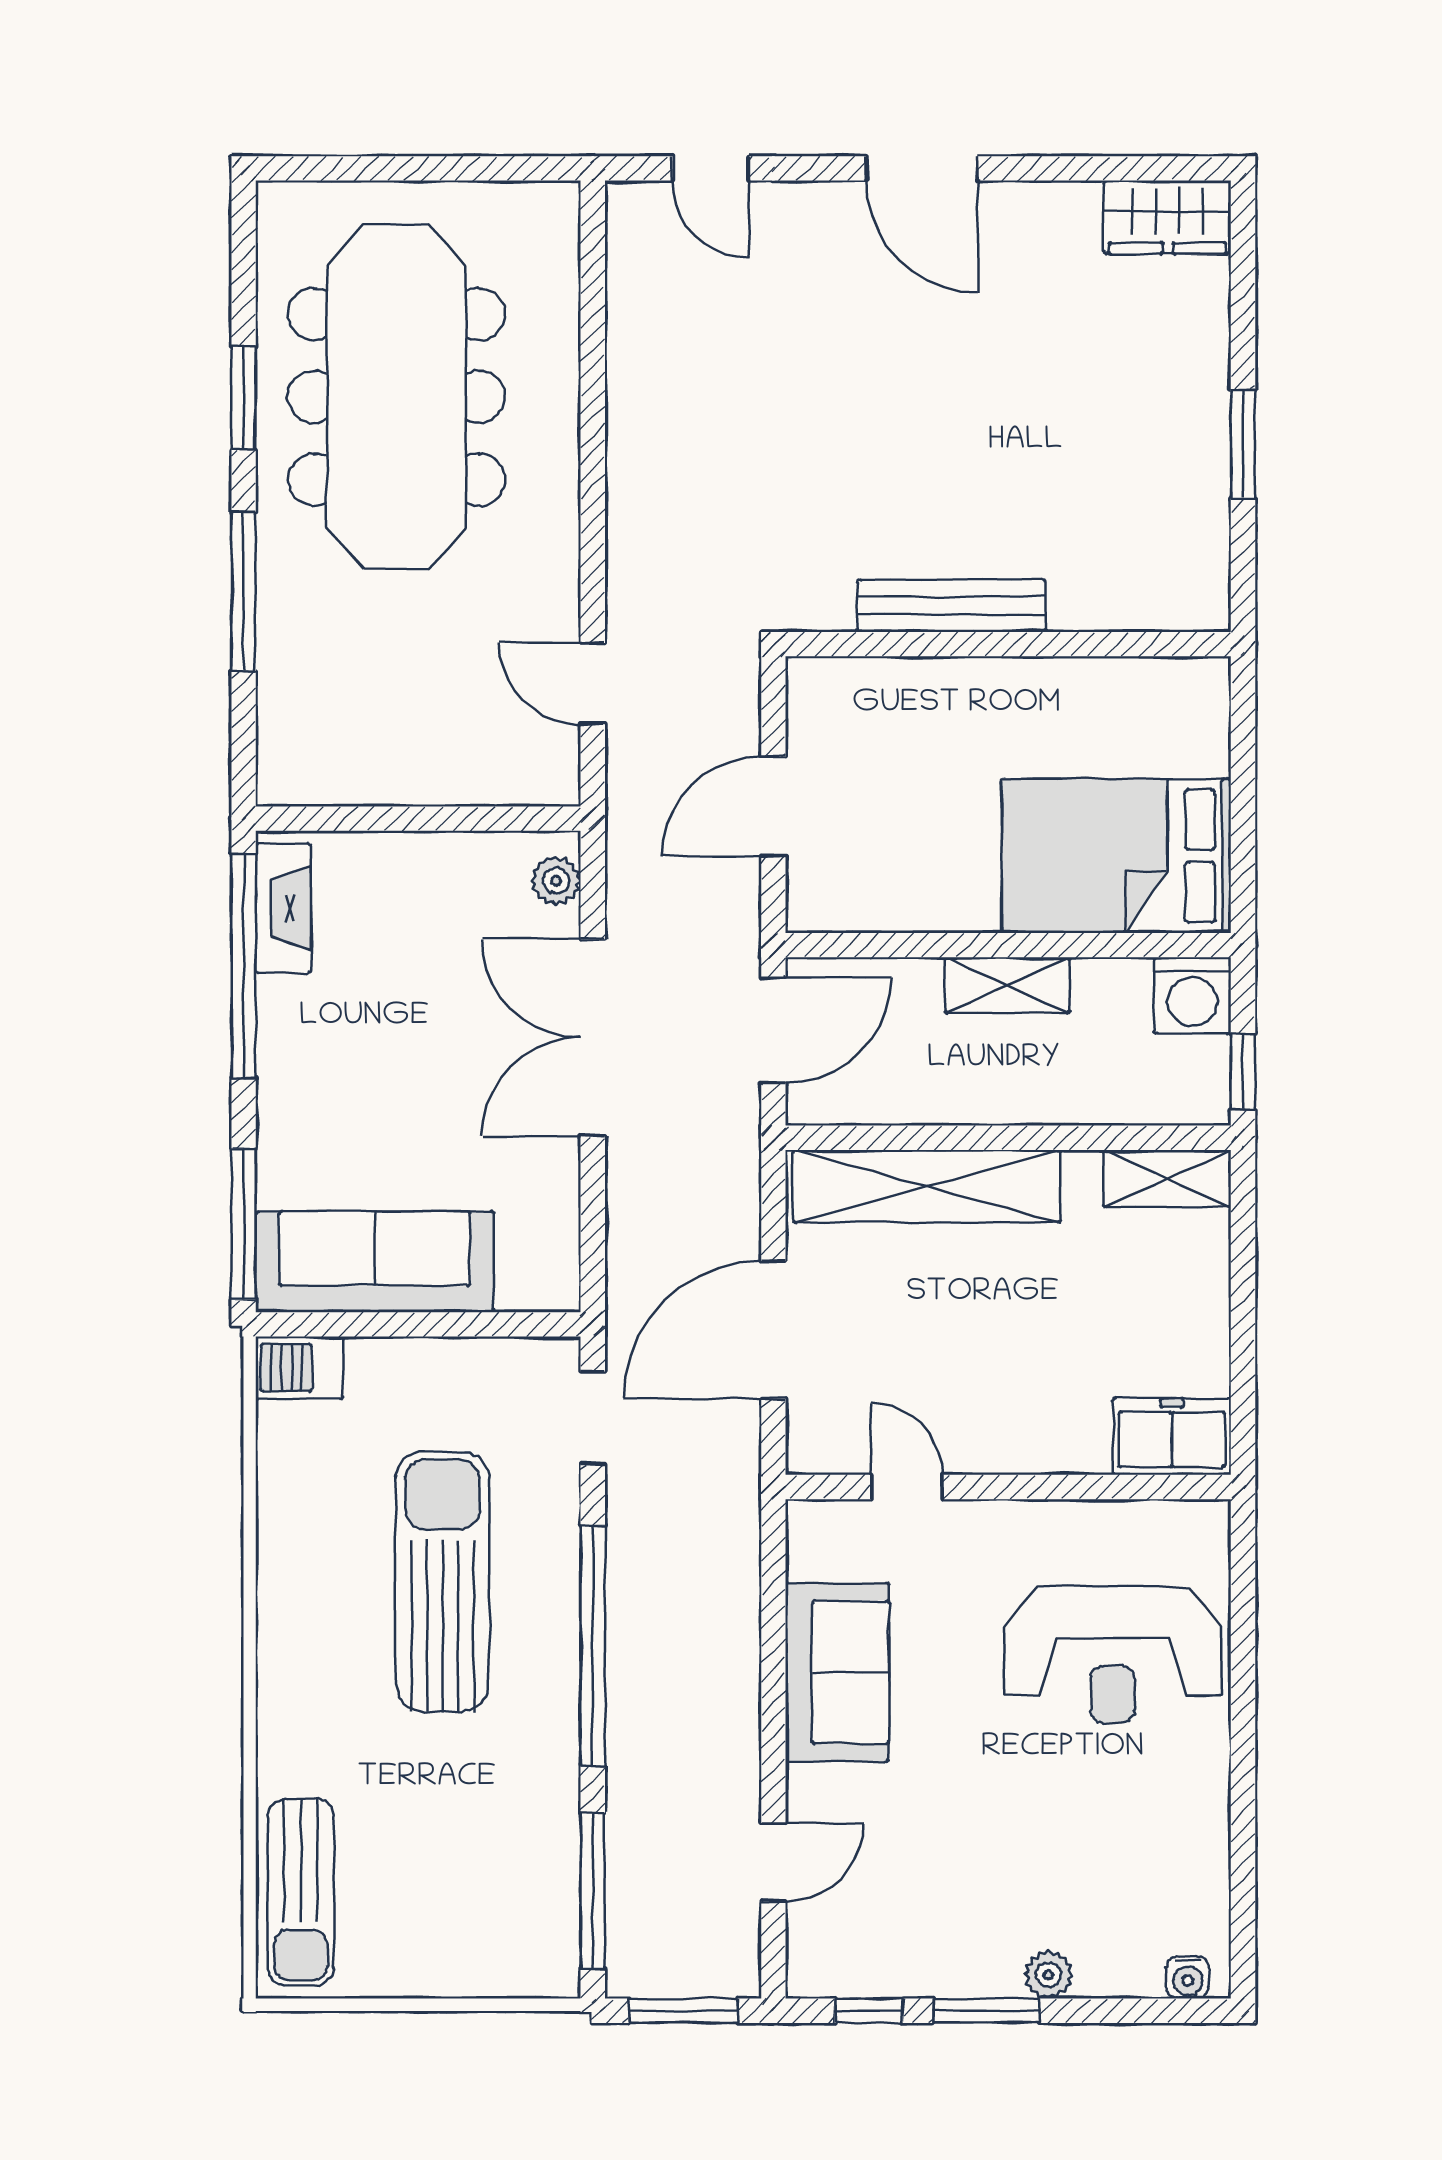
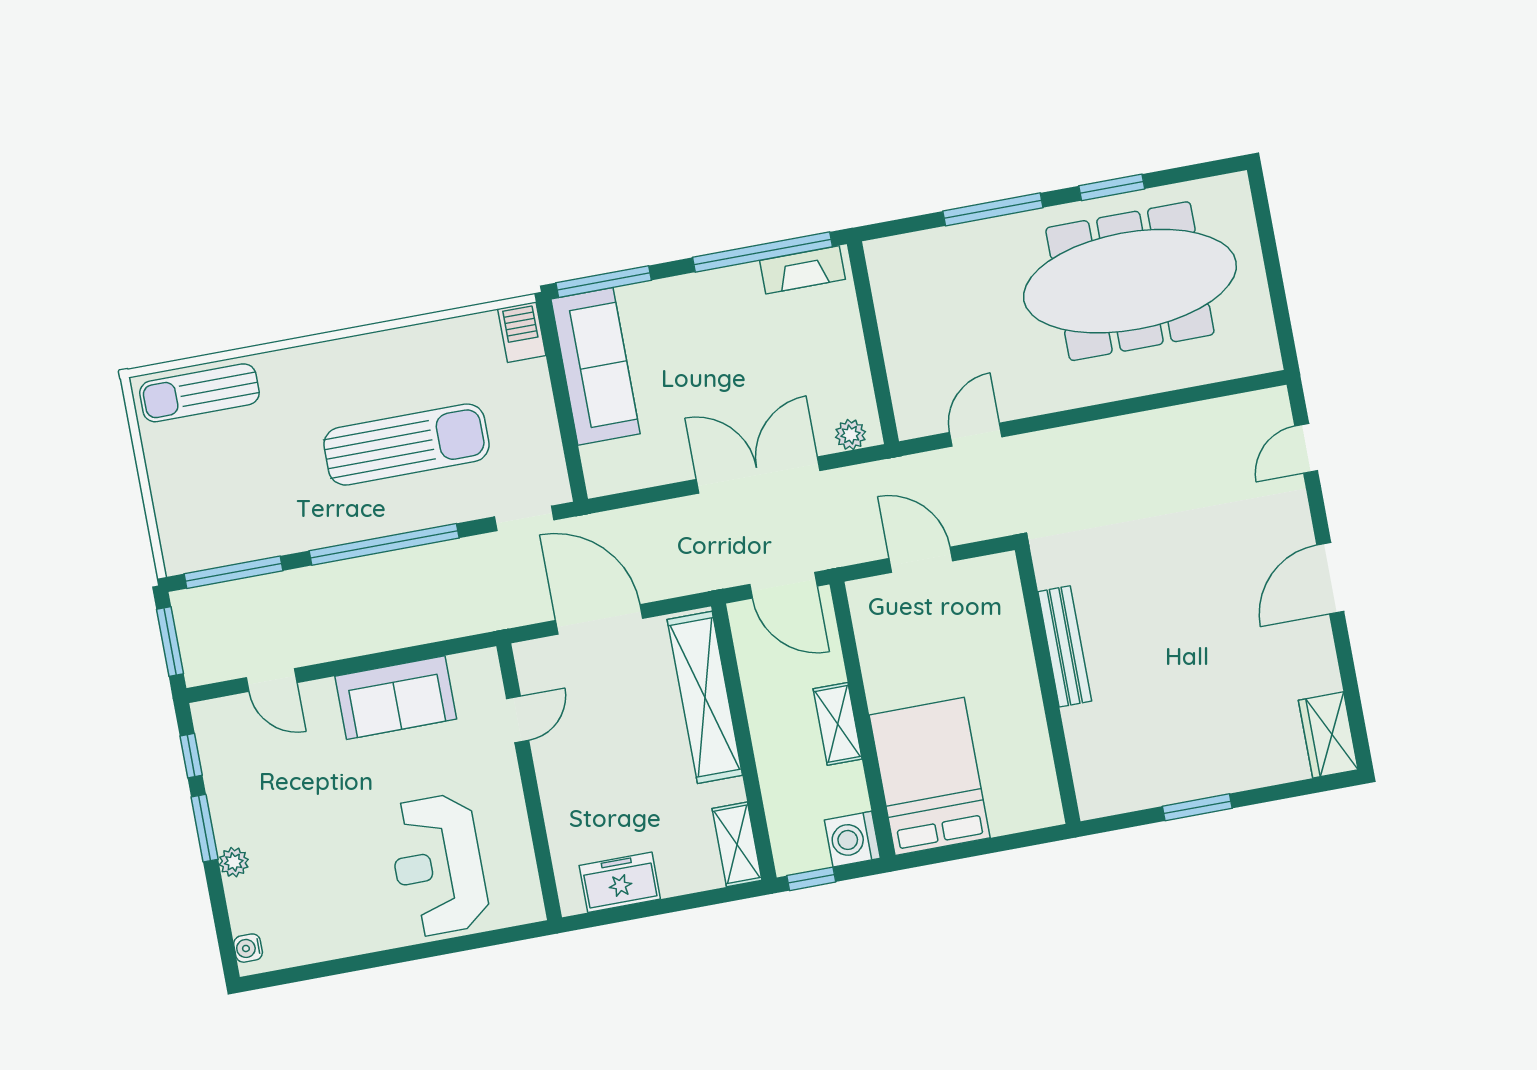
freezer: (1172, 1437) -> (620, 882), moved, turned -90

